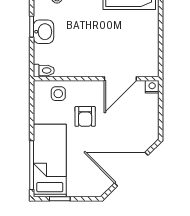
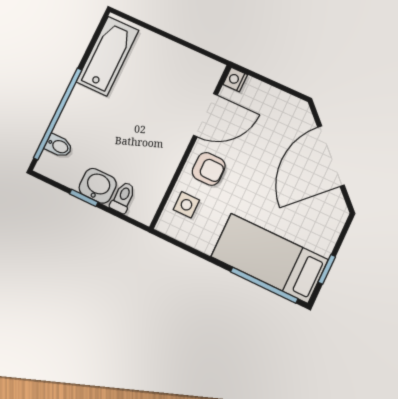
toilet: (44, 70) -> (123, 197), moved
door: (120, 79) -> (205, 115), hinge flipped
armchair: (85, 116) -> (209, 169), moved

